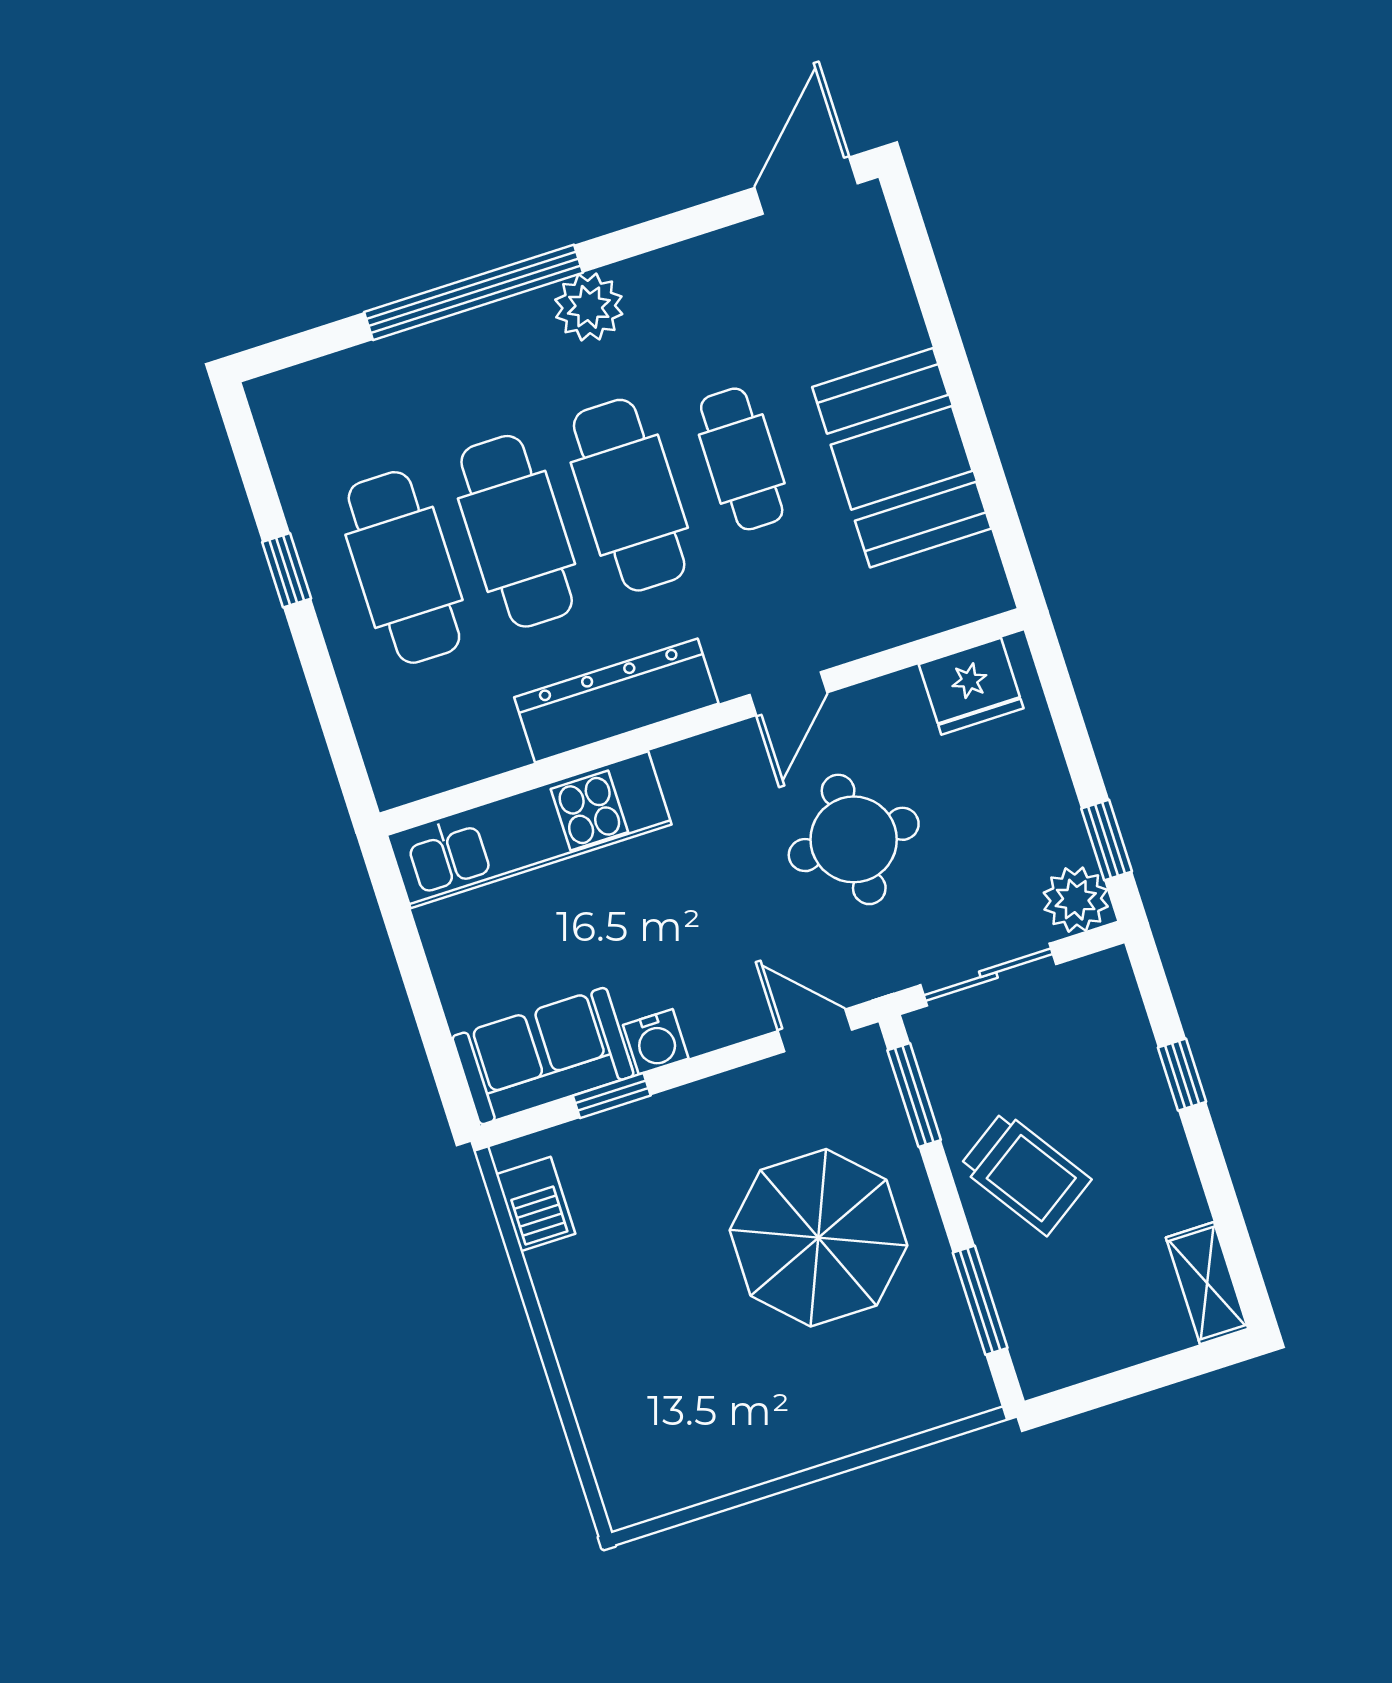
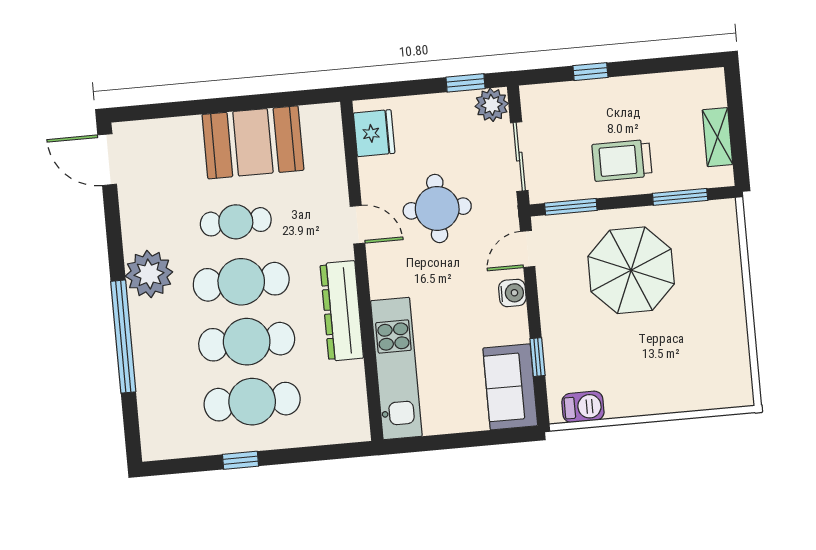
plant: (589, 307) -> (149, 274), width x1.36, depth x1.36
water cooler: (656, 1042) -> (512, 293), moved
trolley: (1025, 1173) -> (622, 160), turned -146
shelving: (1207, 1283) -> (718, 137), moved, turned 90

